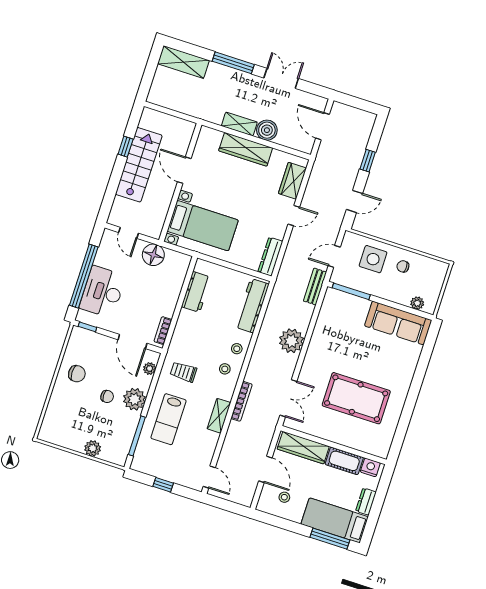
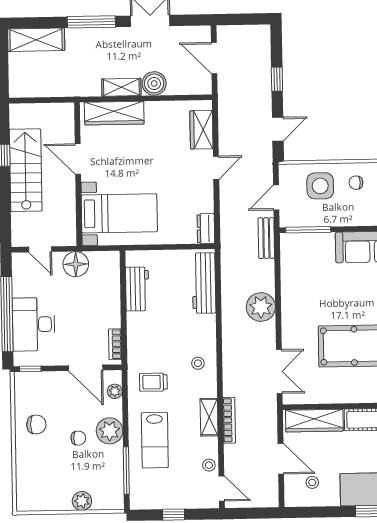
wardrobe: (246, 149) -> (114, 113), moved
dresser: (270, 257) -> (206, 229), width x0.70
stool: (237, 349) -> (209, 465), moved
bookcase: (242, 401) -> (229, 420), moved

